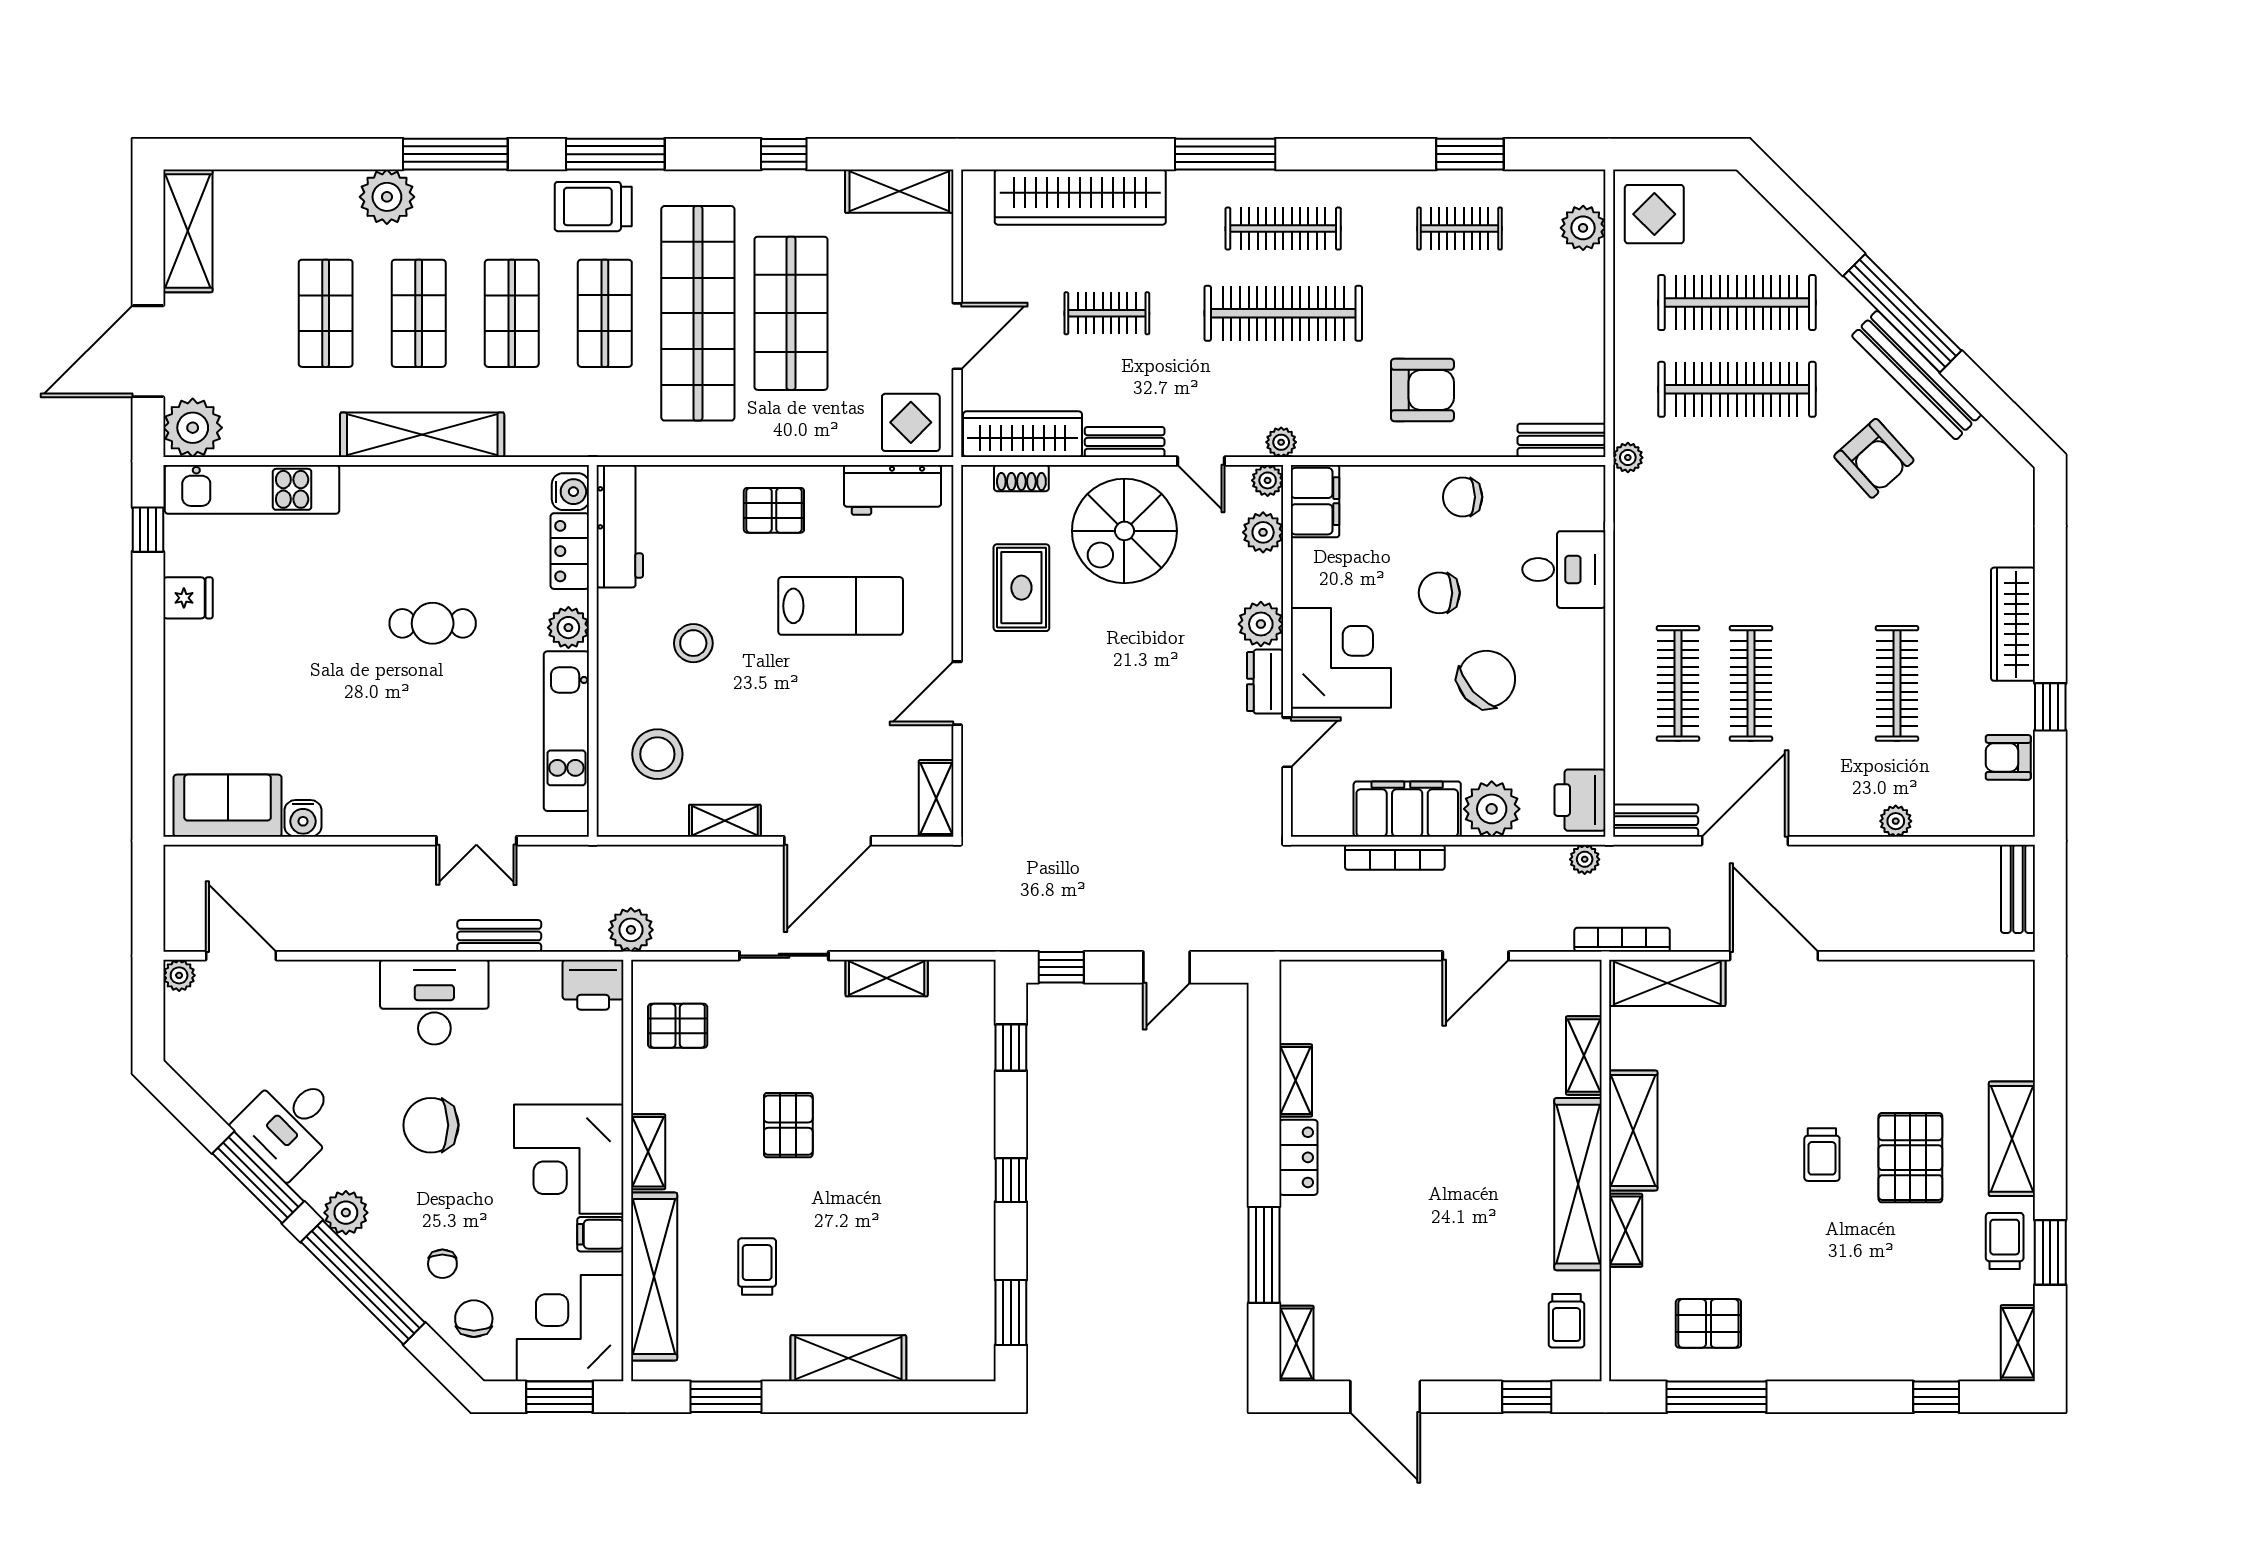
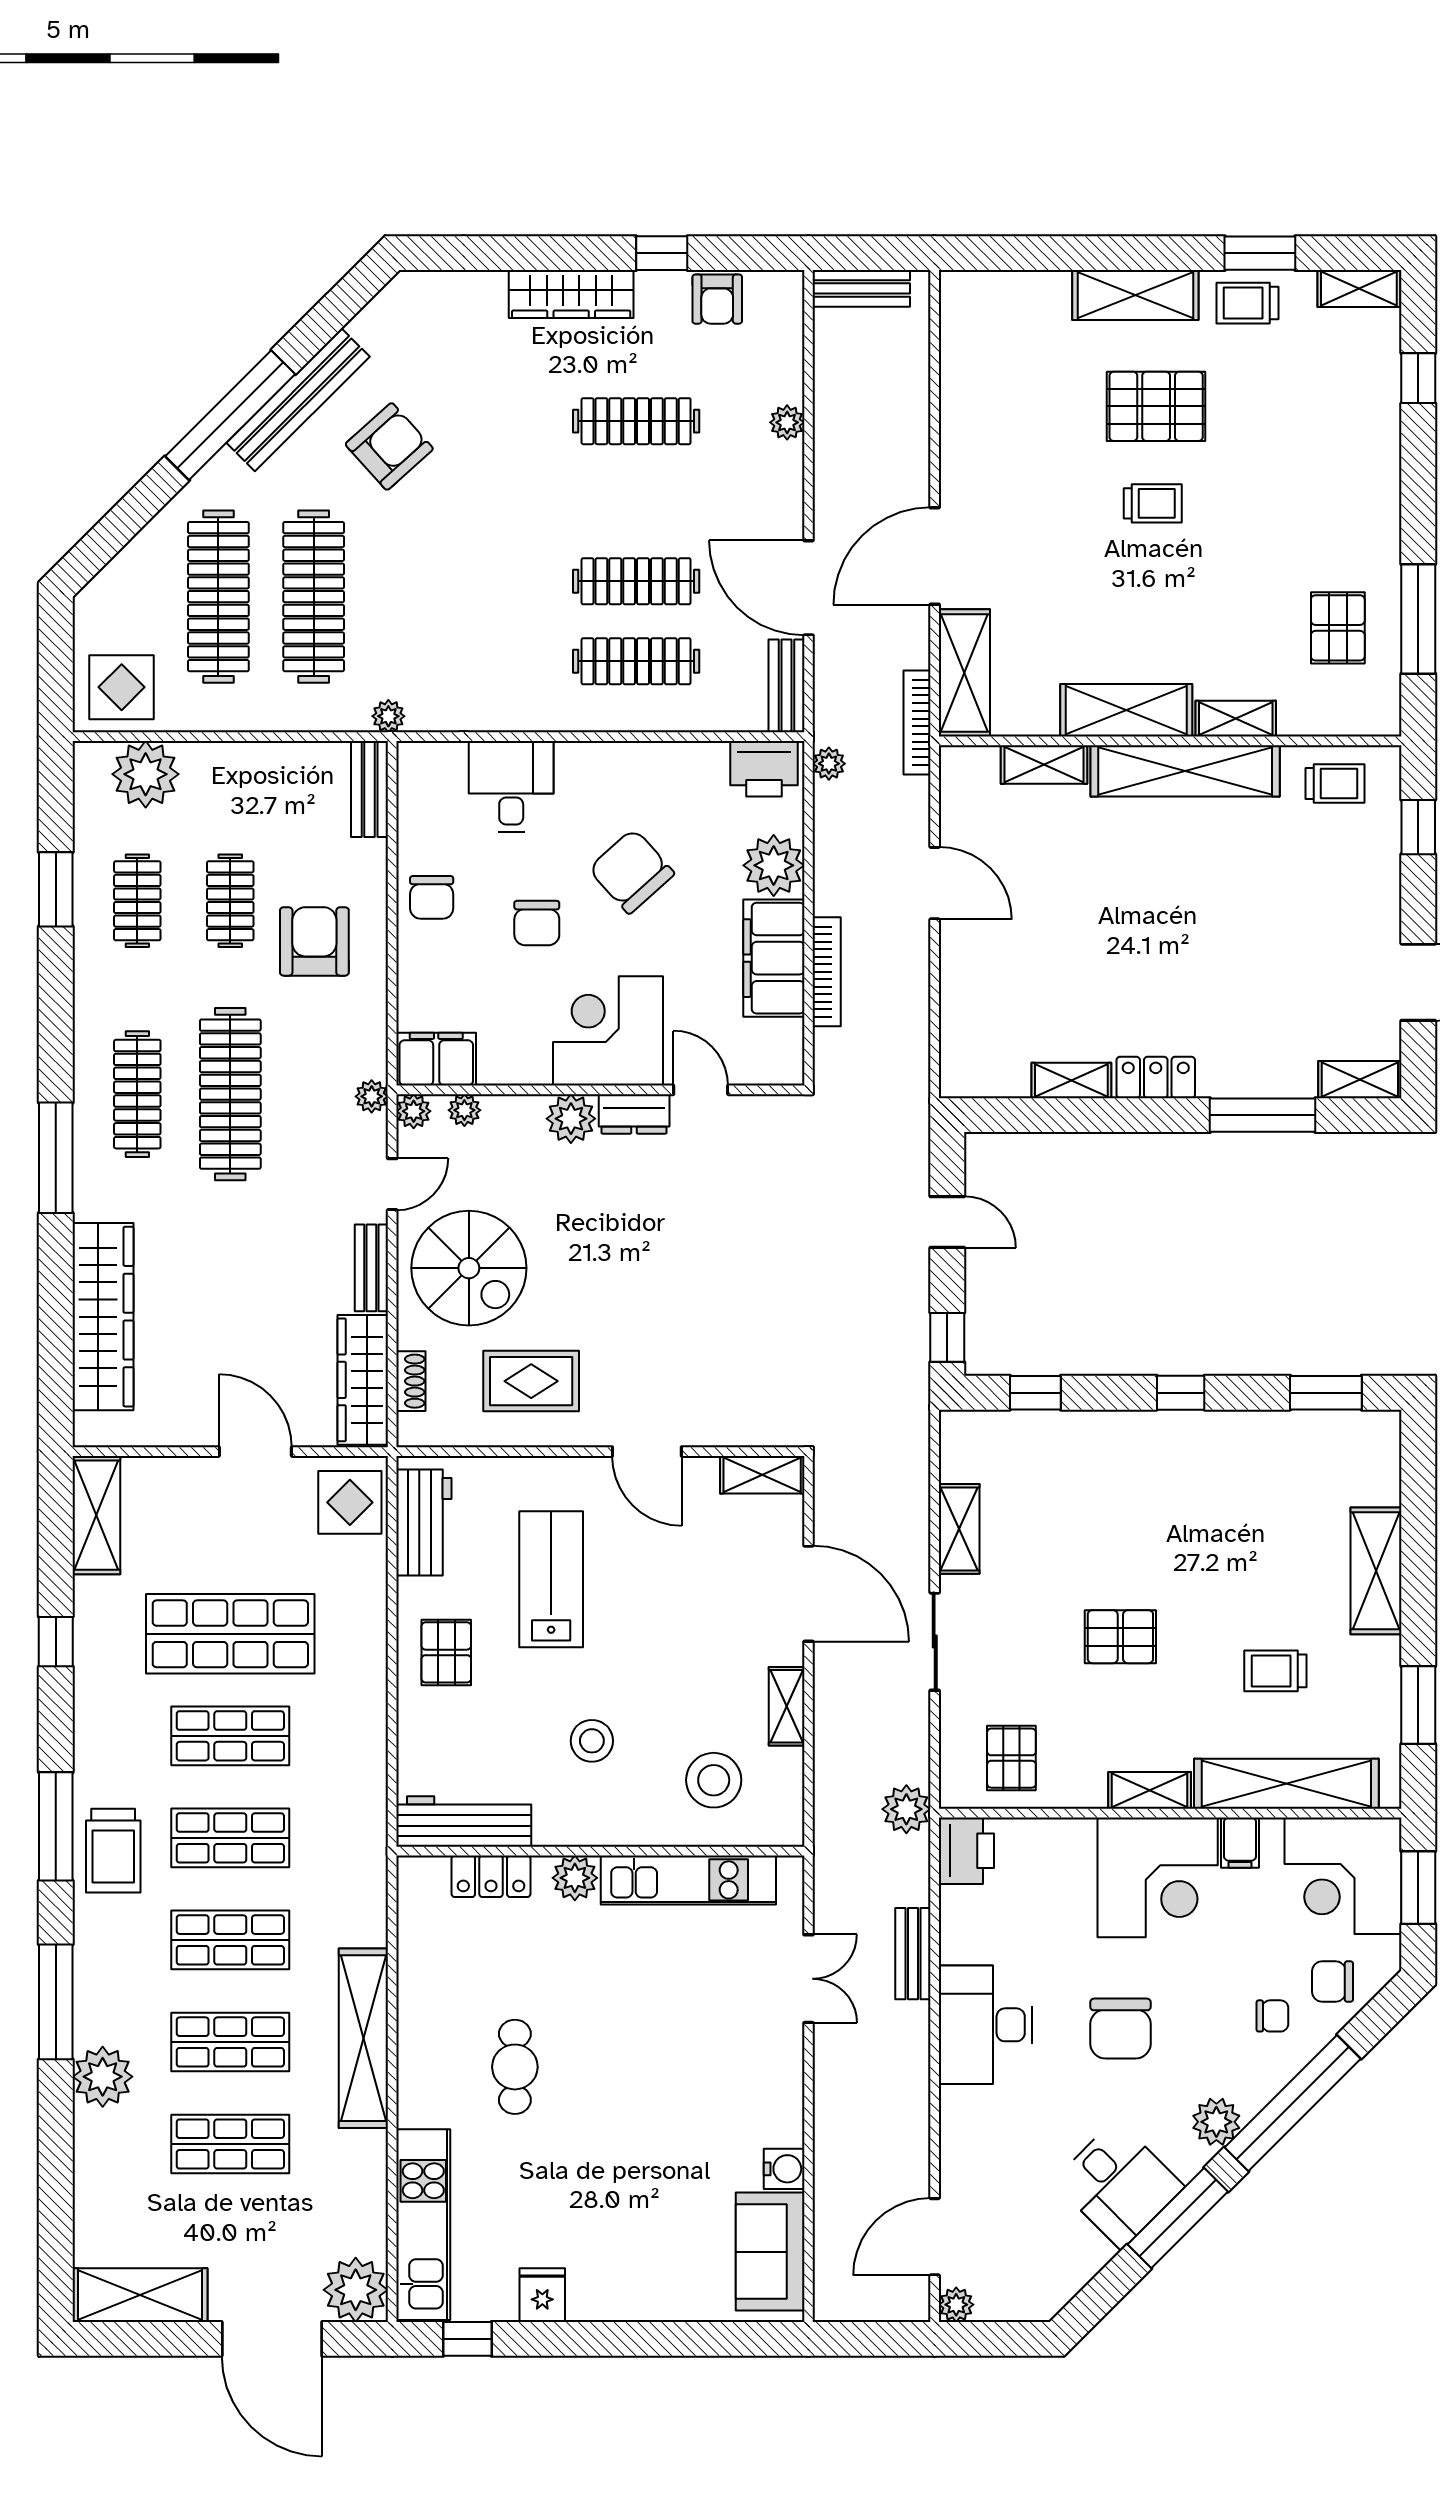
plant: (1583, 228) -> (146, 774), width x1.36, depth x1.36
shop shelf: (698, 313) -> (230, 1736), width x0.50, depth x0.74
clothes rail: (1107, 313) -> (230, 901), moved
water cooler: (570, 492) -> (426, 1876), removed
plant: (1263, 532) -> (464, 1110), width x0.73, depth x0.73
cafe table: (433, 623) -> (515, 2067), moved

